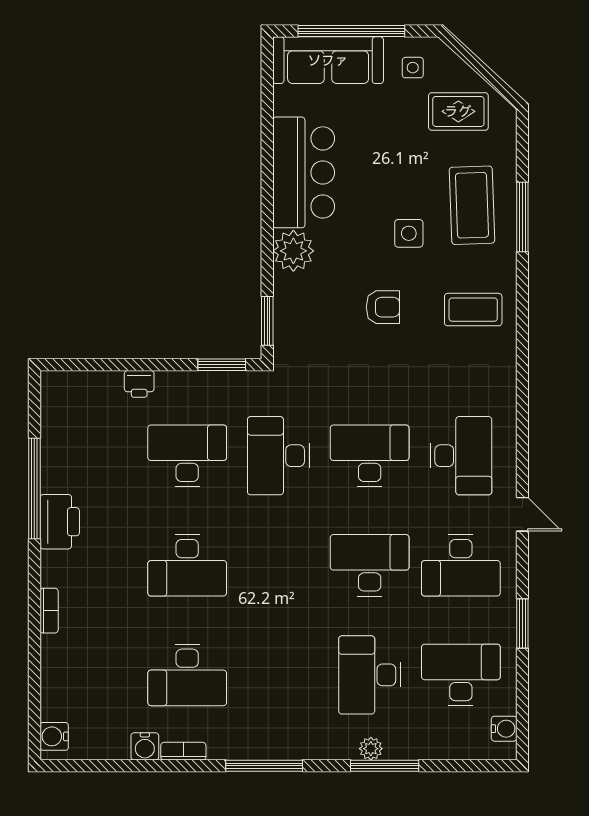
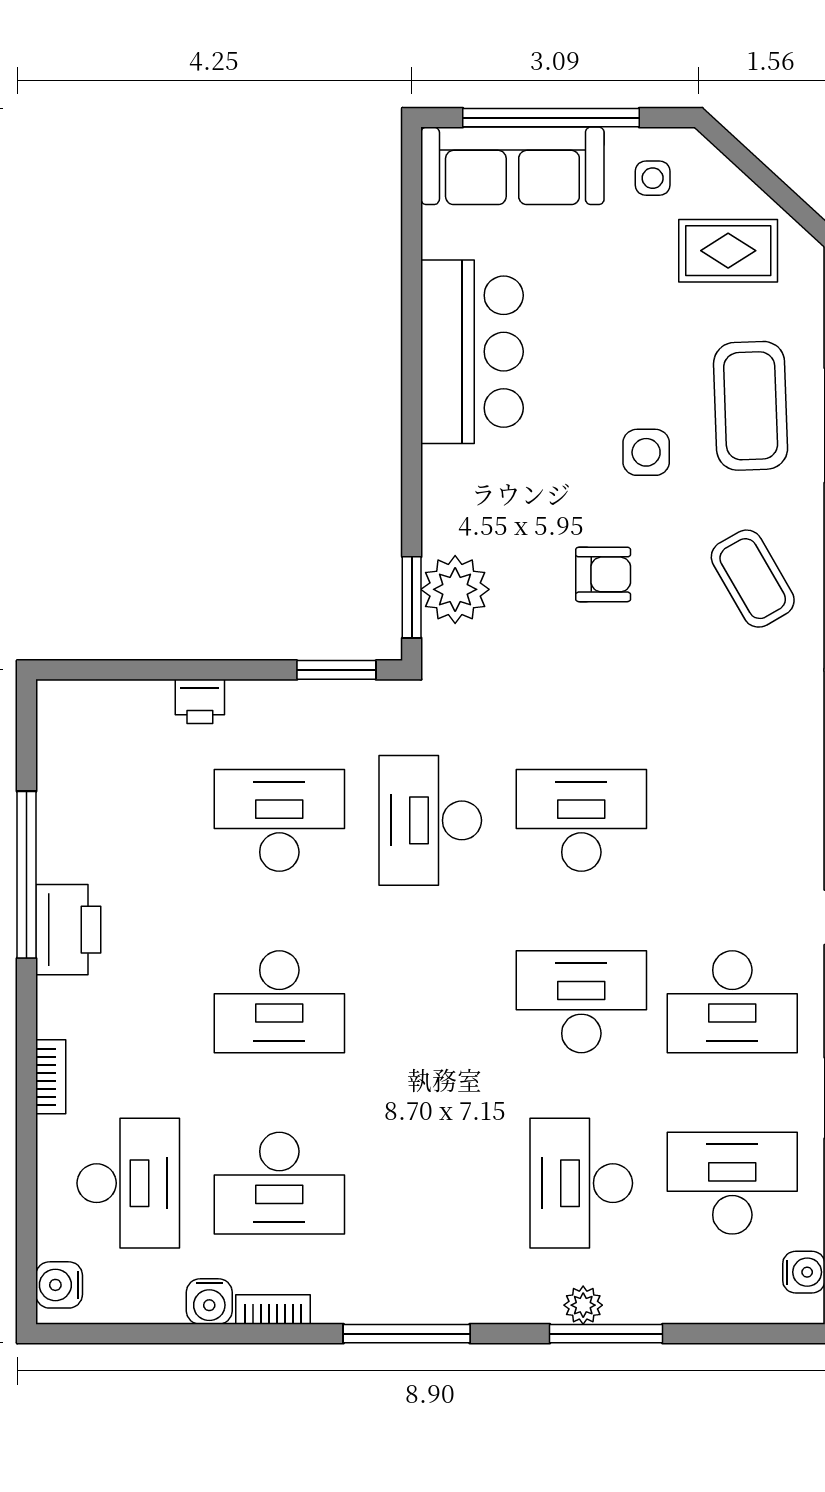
plant: (293, 251) -> (455, 589), moved
coffee table: (473, 310) -> (753, 579), turned 60
desk: (461, 456) -> (128, 1183), moved

